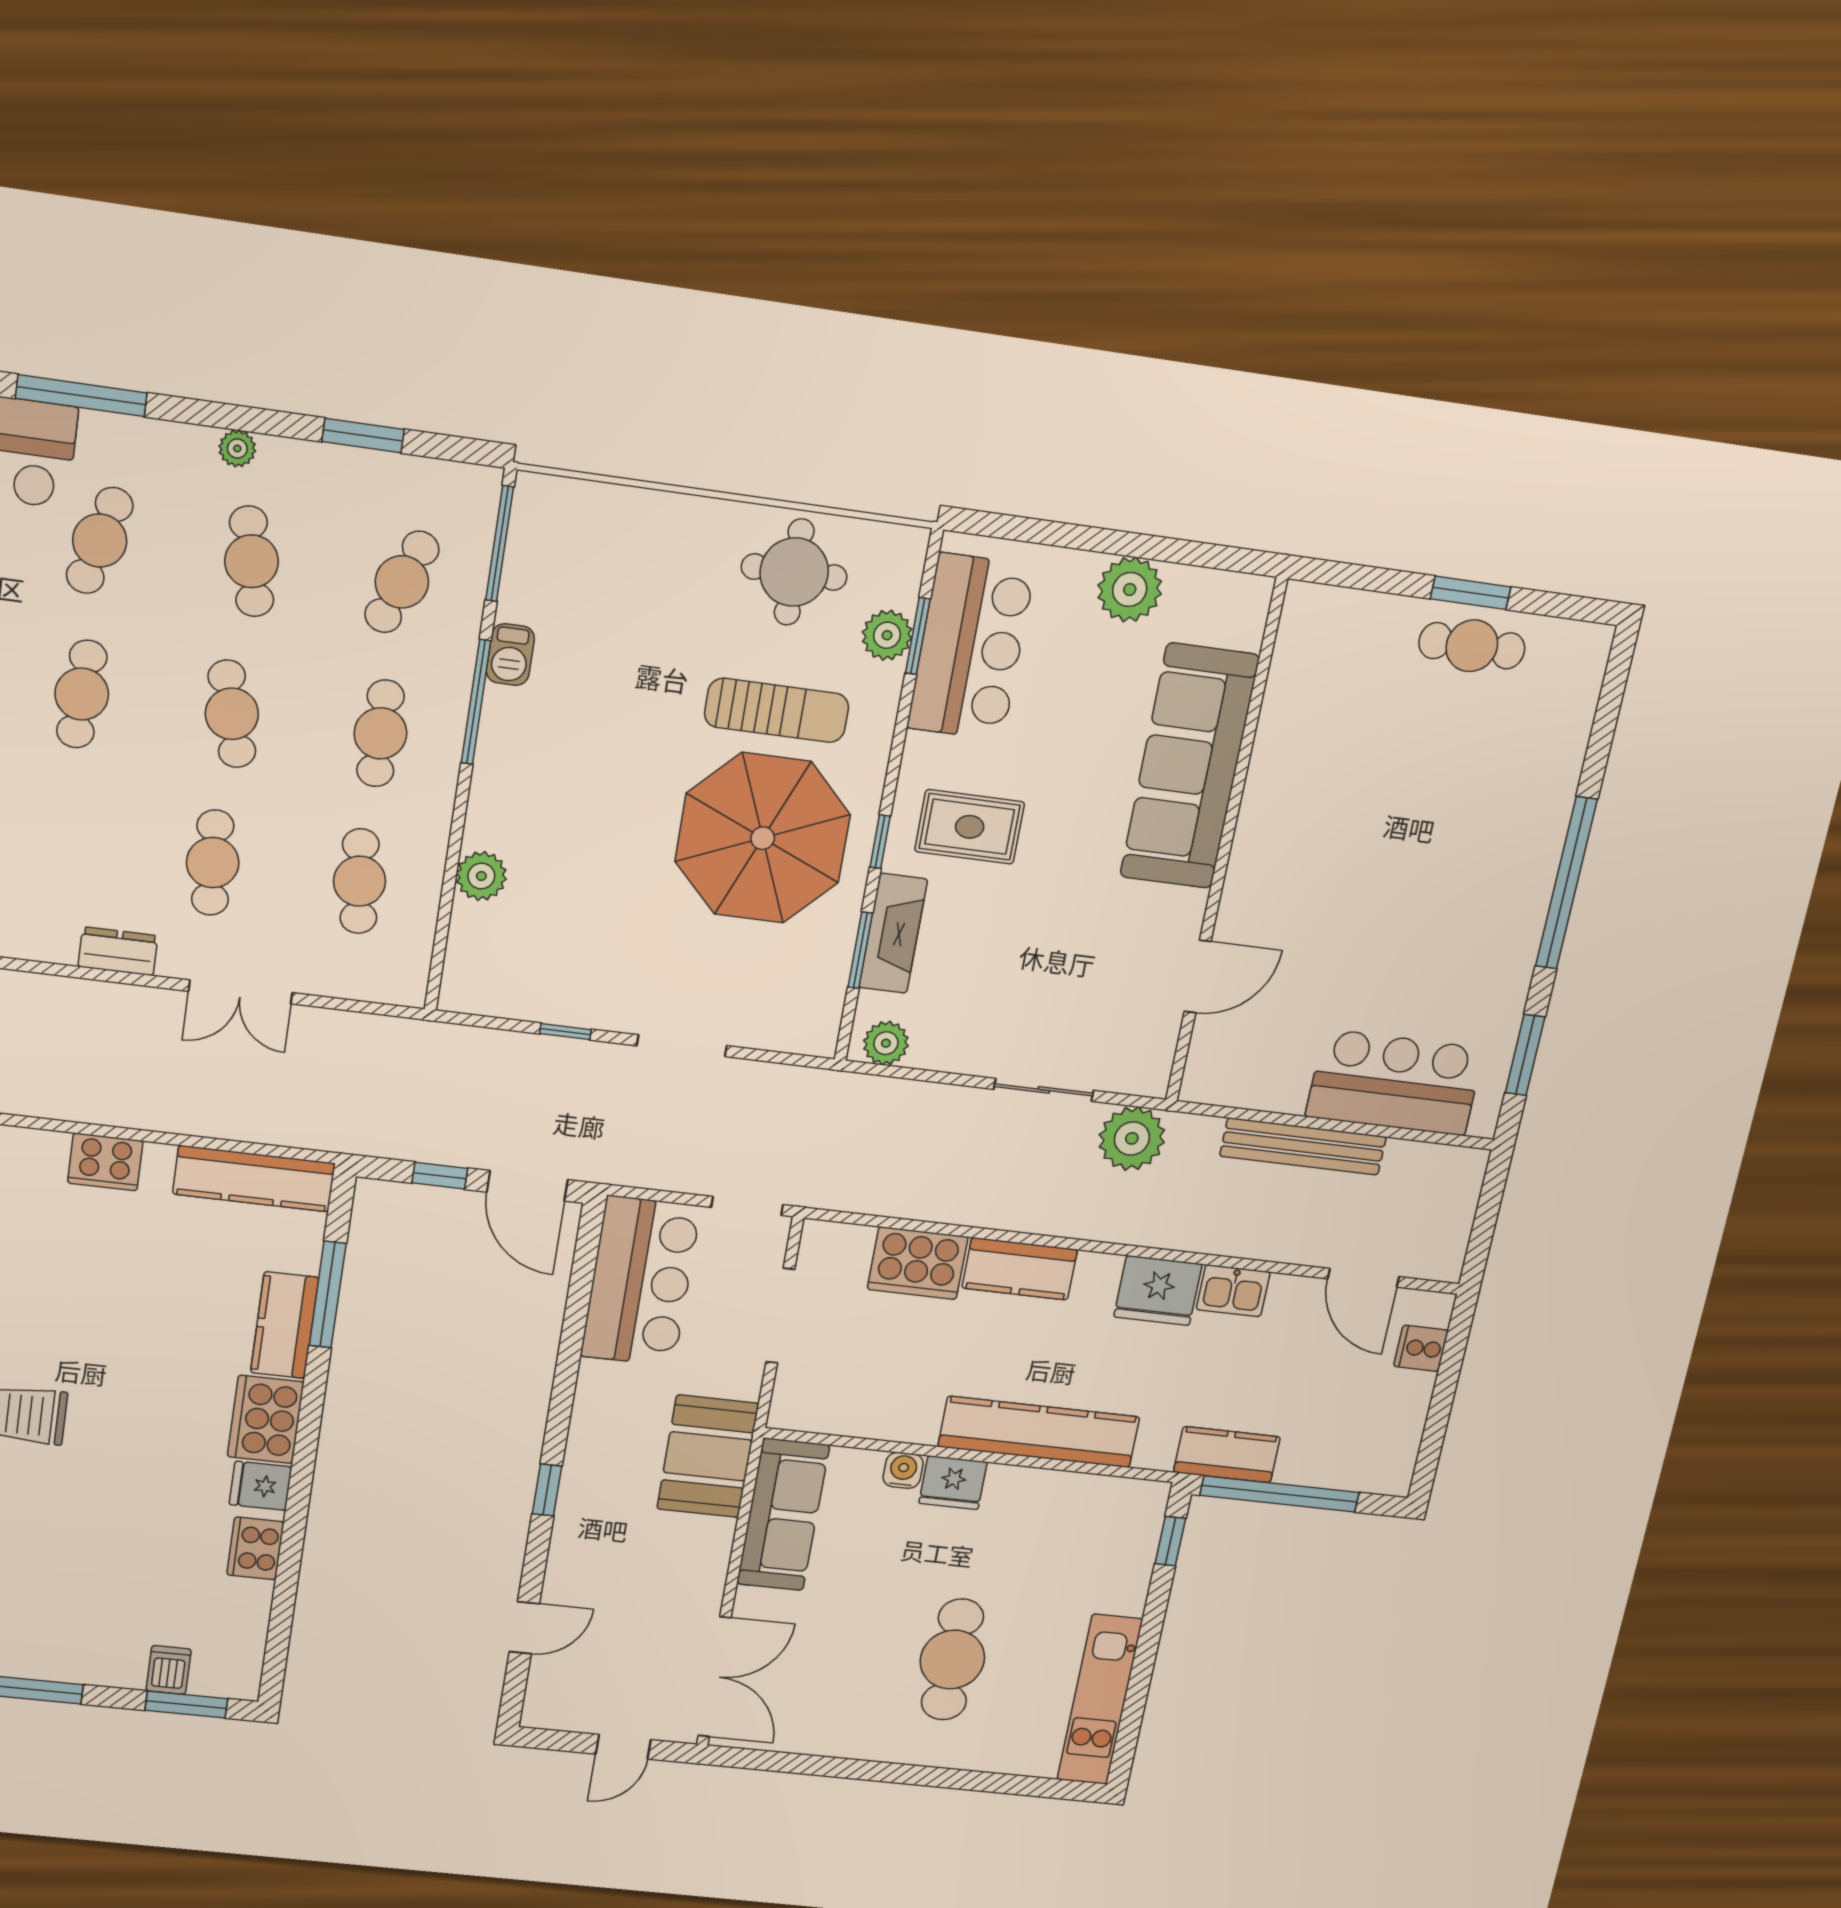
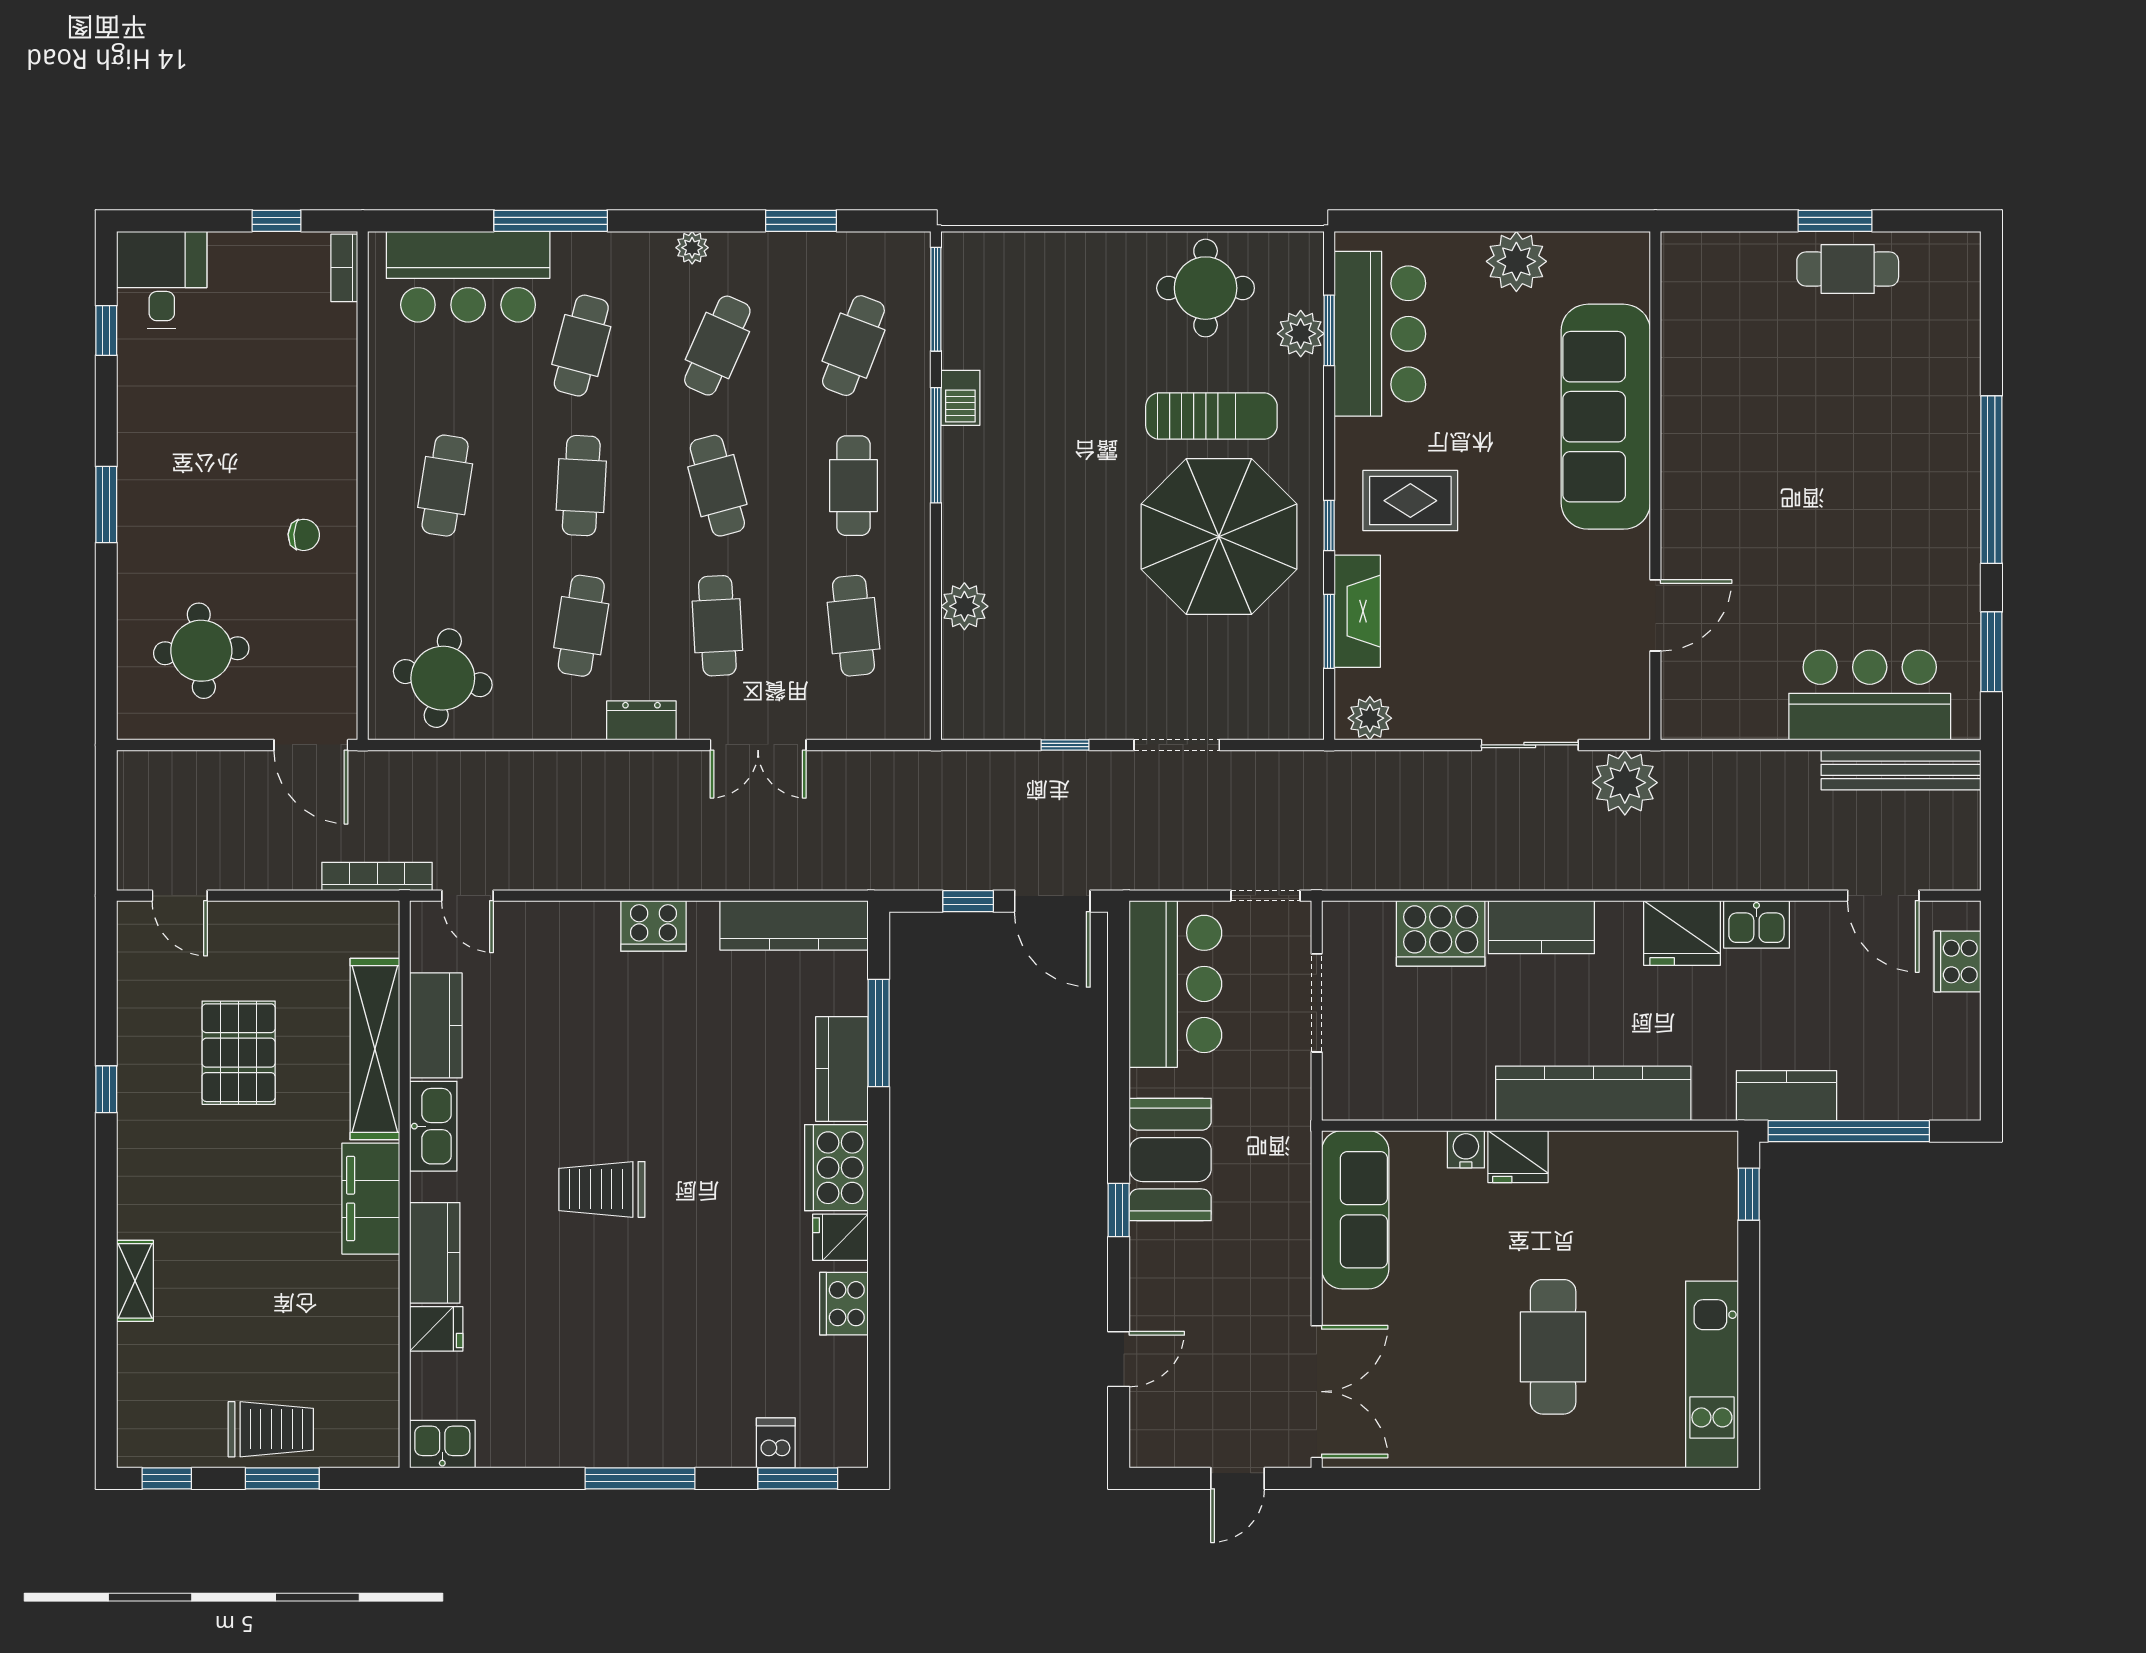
cafe table: (252, 561) -> (717, 346), turned 36
cafe table: (64, 844) -> (581, 626), added
bench: (1303, 1146) -> (1901, 770), moved
cooker: (1421, 1348) -> (1957, 961), width x1.36
booth: (708, 1456) -> (1170, 1160), moved

